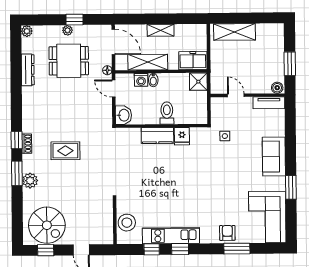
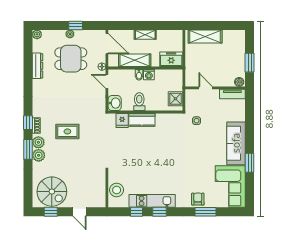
washing machine: (141, 80) -> (149, 75), moved
shower: (198, 82) -> (175, 99), moved
toilet: (167, 113) -> (139, 102), moved
fridge: (182, 136) -> (122, 120), moved
sofa: (274, 157) -> (236, 143), width x1.36
plant: (30, 164) -> (38, 142), added

